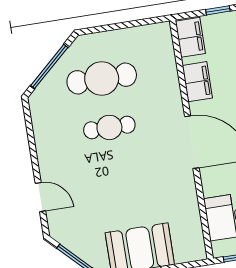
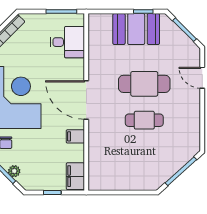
cafe table: (102, 79) -> (144, 84), moved
filing cabinet: (197, 82) -> (75, 136), width x0.50

